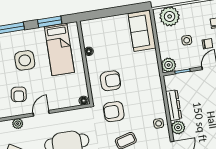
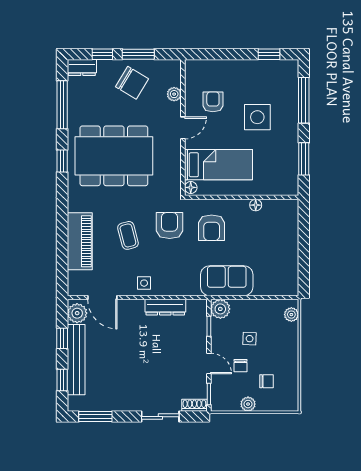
plant: (170, 16) -> (291, 315), width x0.53, depth x0.53
sofa: (142, 31) -> (227, 281), moved
bed: (59, 49) -> (219, 165), moved, turned 180
armchair: (19, 94) -> (213, 102), turned 83
door: (41, 113) -> (183, 128), hinge flipped
plant: (178, 127) -> (135, 308), removed

